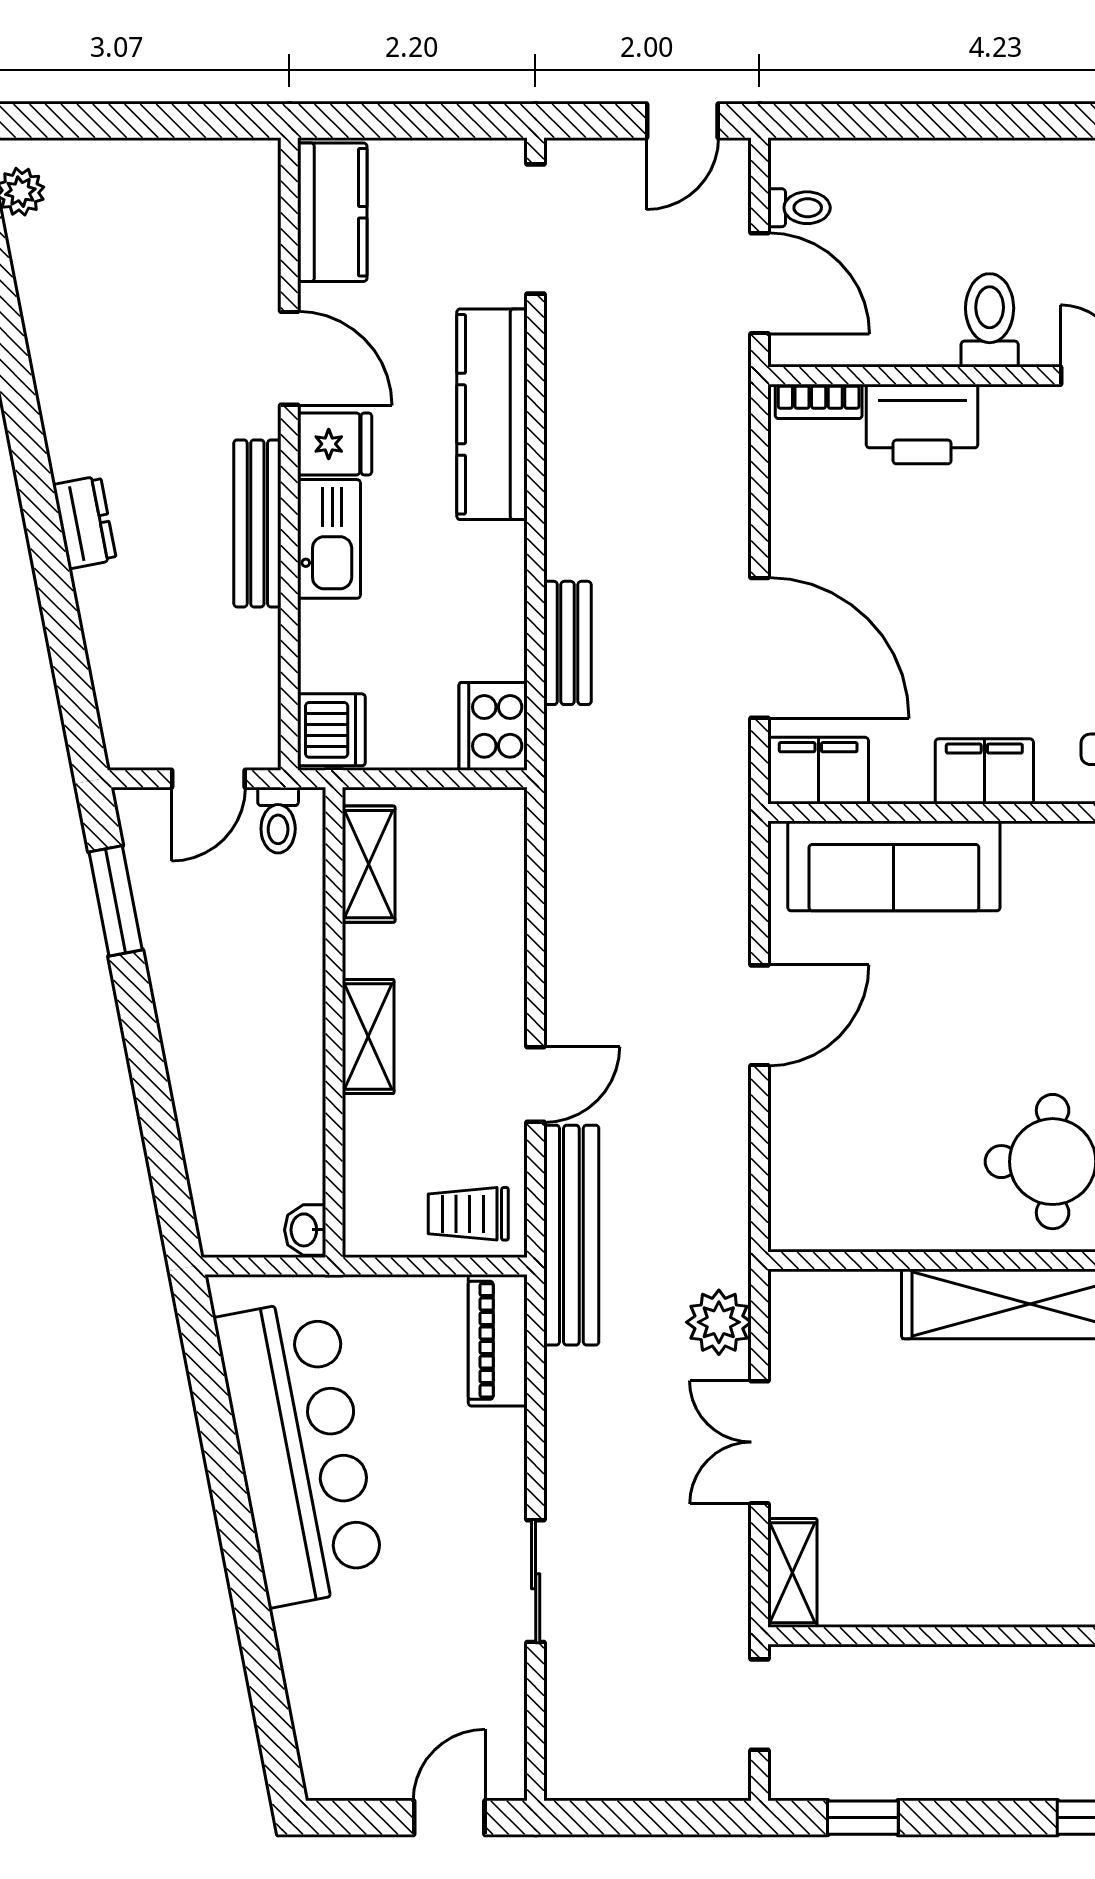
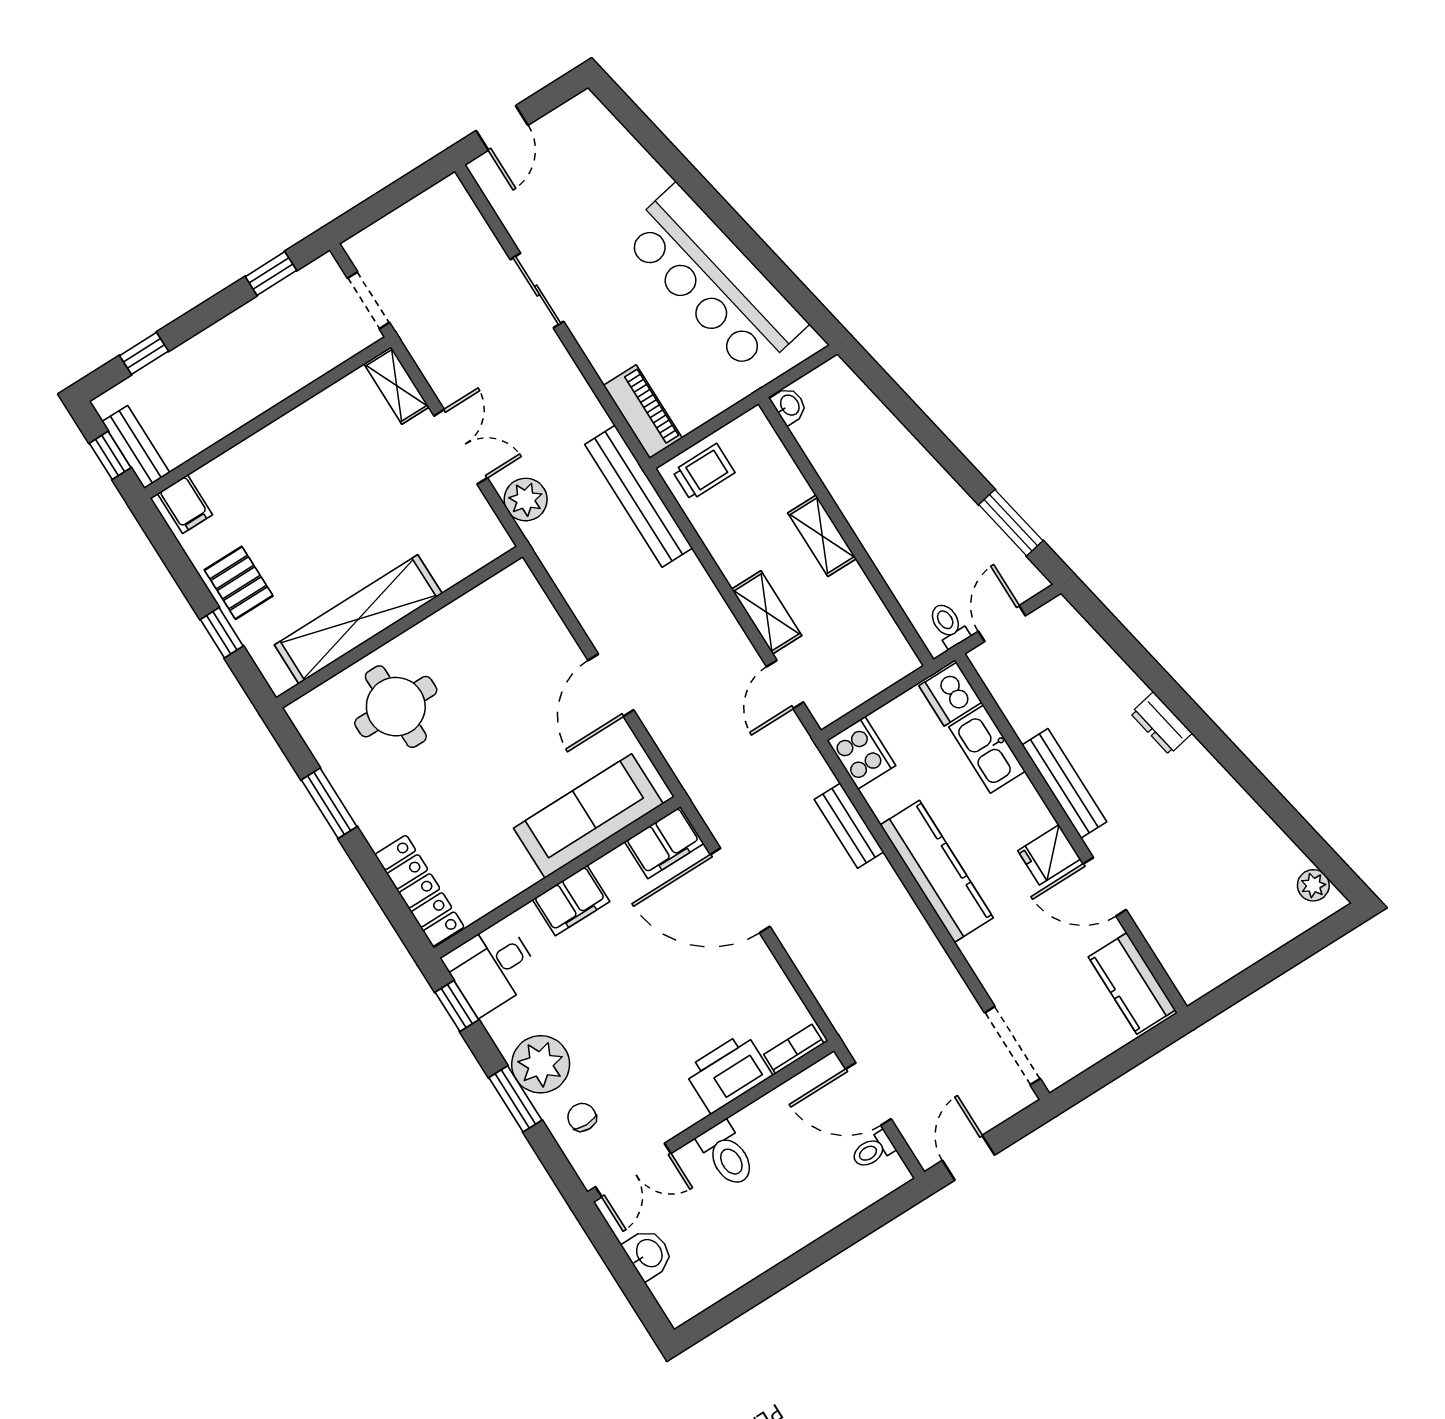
kitchen counter: (492, 414) -> (937, 871), moved
kitchen sink: (329, 539) -> (987, 749), moved
shelving: (369, 864) -> (767, 612), moved
door: (536, 1084) -> (785, 684), moved

